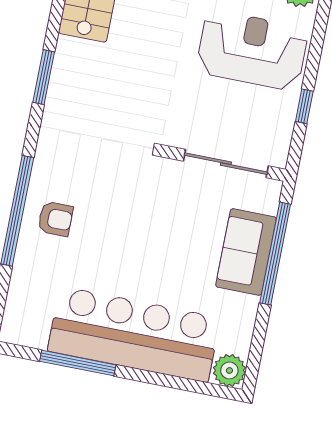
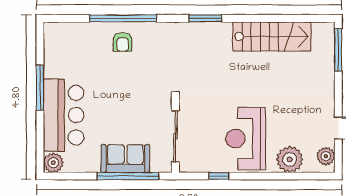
reception desk: (252, 50) -> (246, 139), turned 180
bar counter: (134, 334) -> (64, 115), width x0.73
window: (78, 363) -> (40, 88), moved

